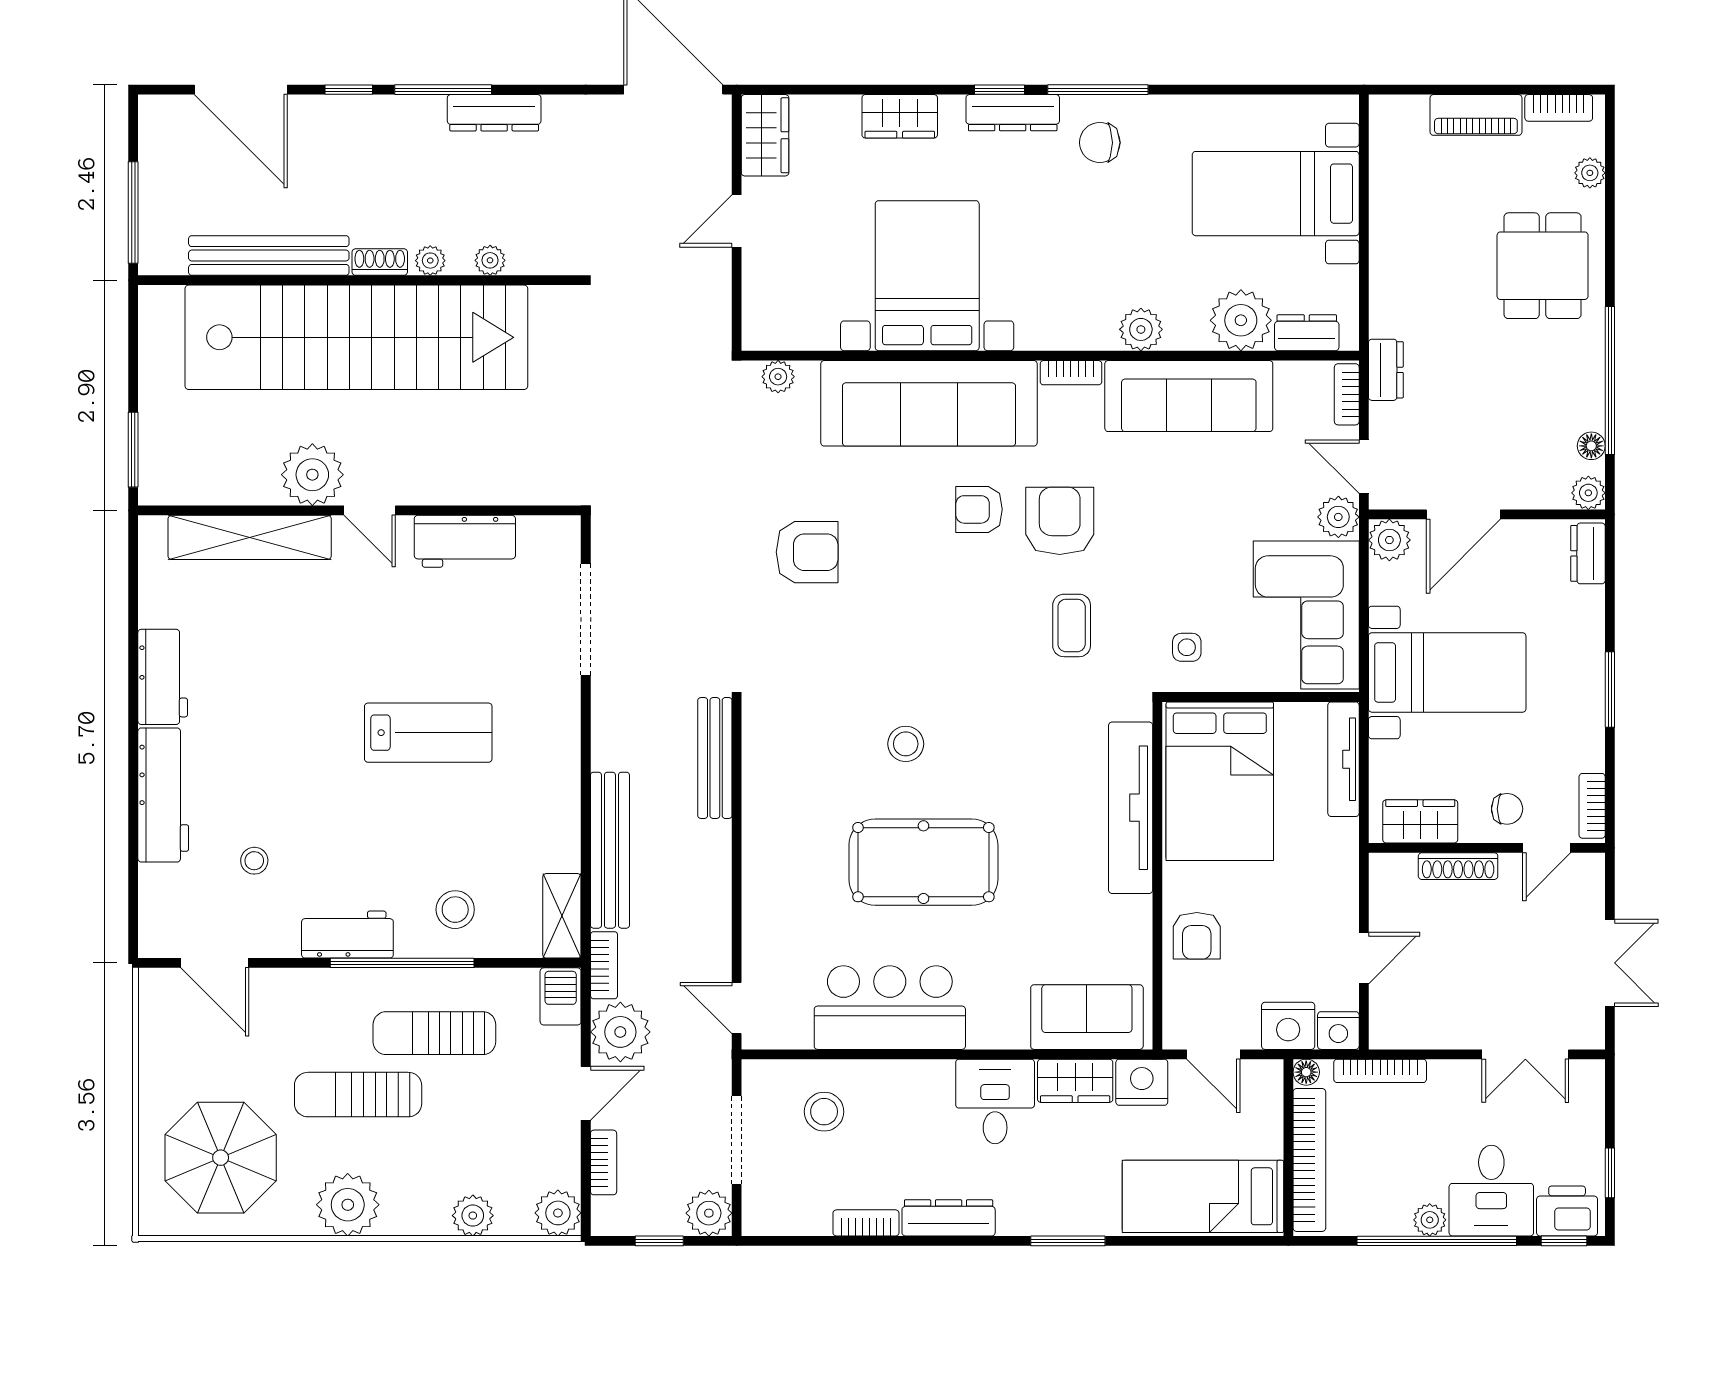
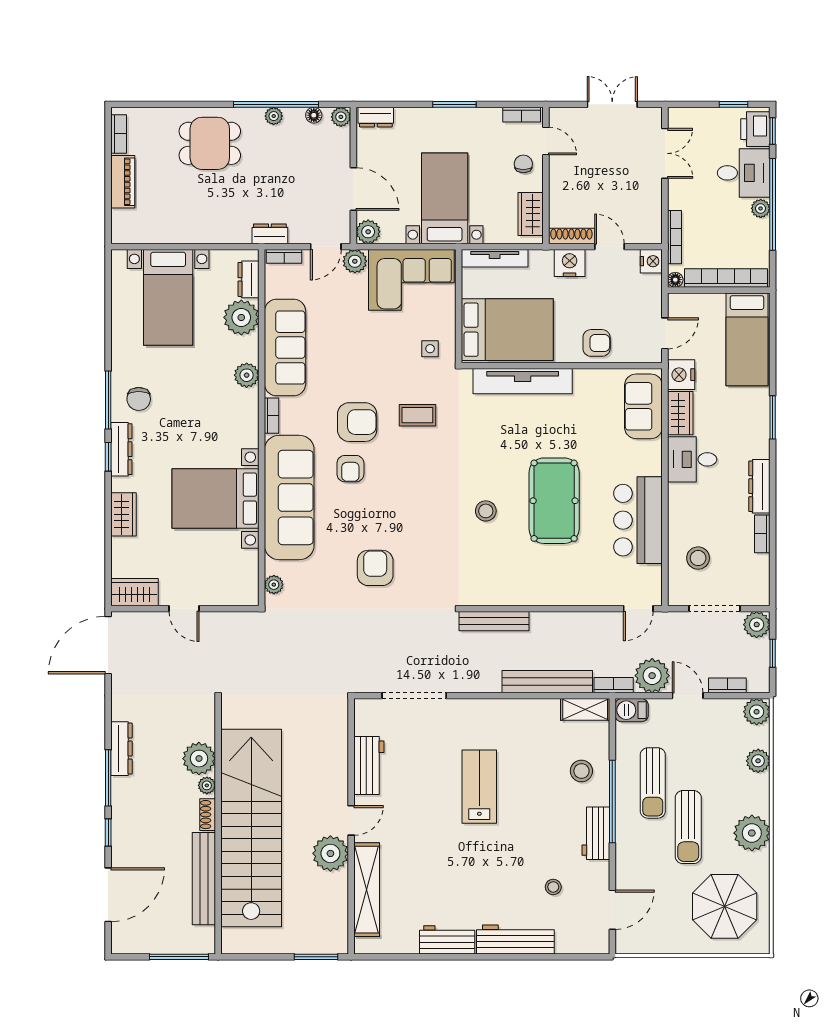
plant: (1590, 173) -> (274, 116), moved
plant: (490, 260) -> (199, 759), width x1.88, depth x1.88
armchair: (1060, 521) -> (357, 422), turned 180
shoe rack: (1458, 866) -> (571, 236), moved, turned -90
nightstand: (1288, 1026) -> (570, 263), moved, turned -90

